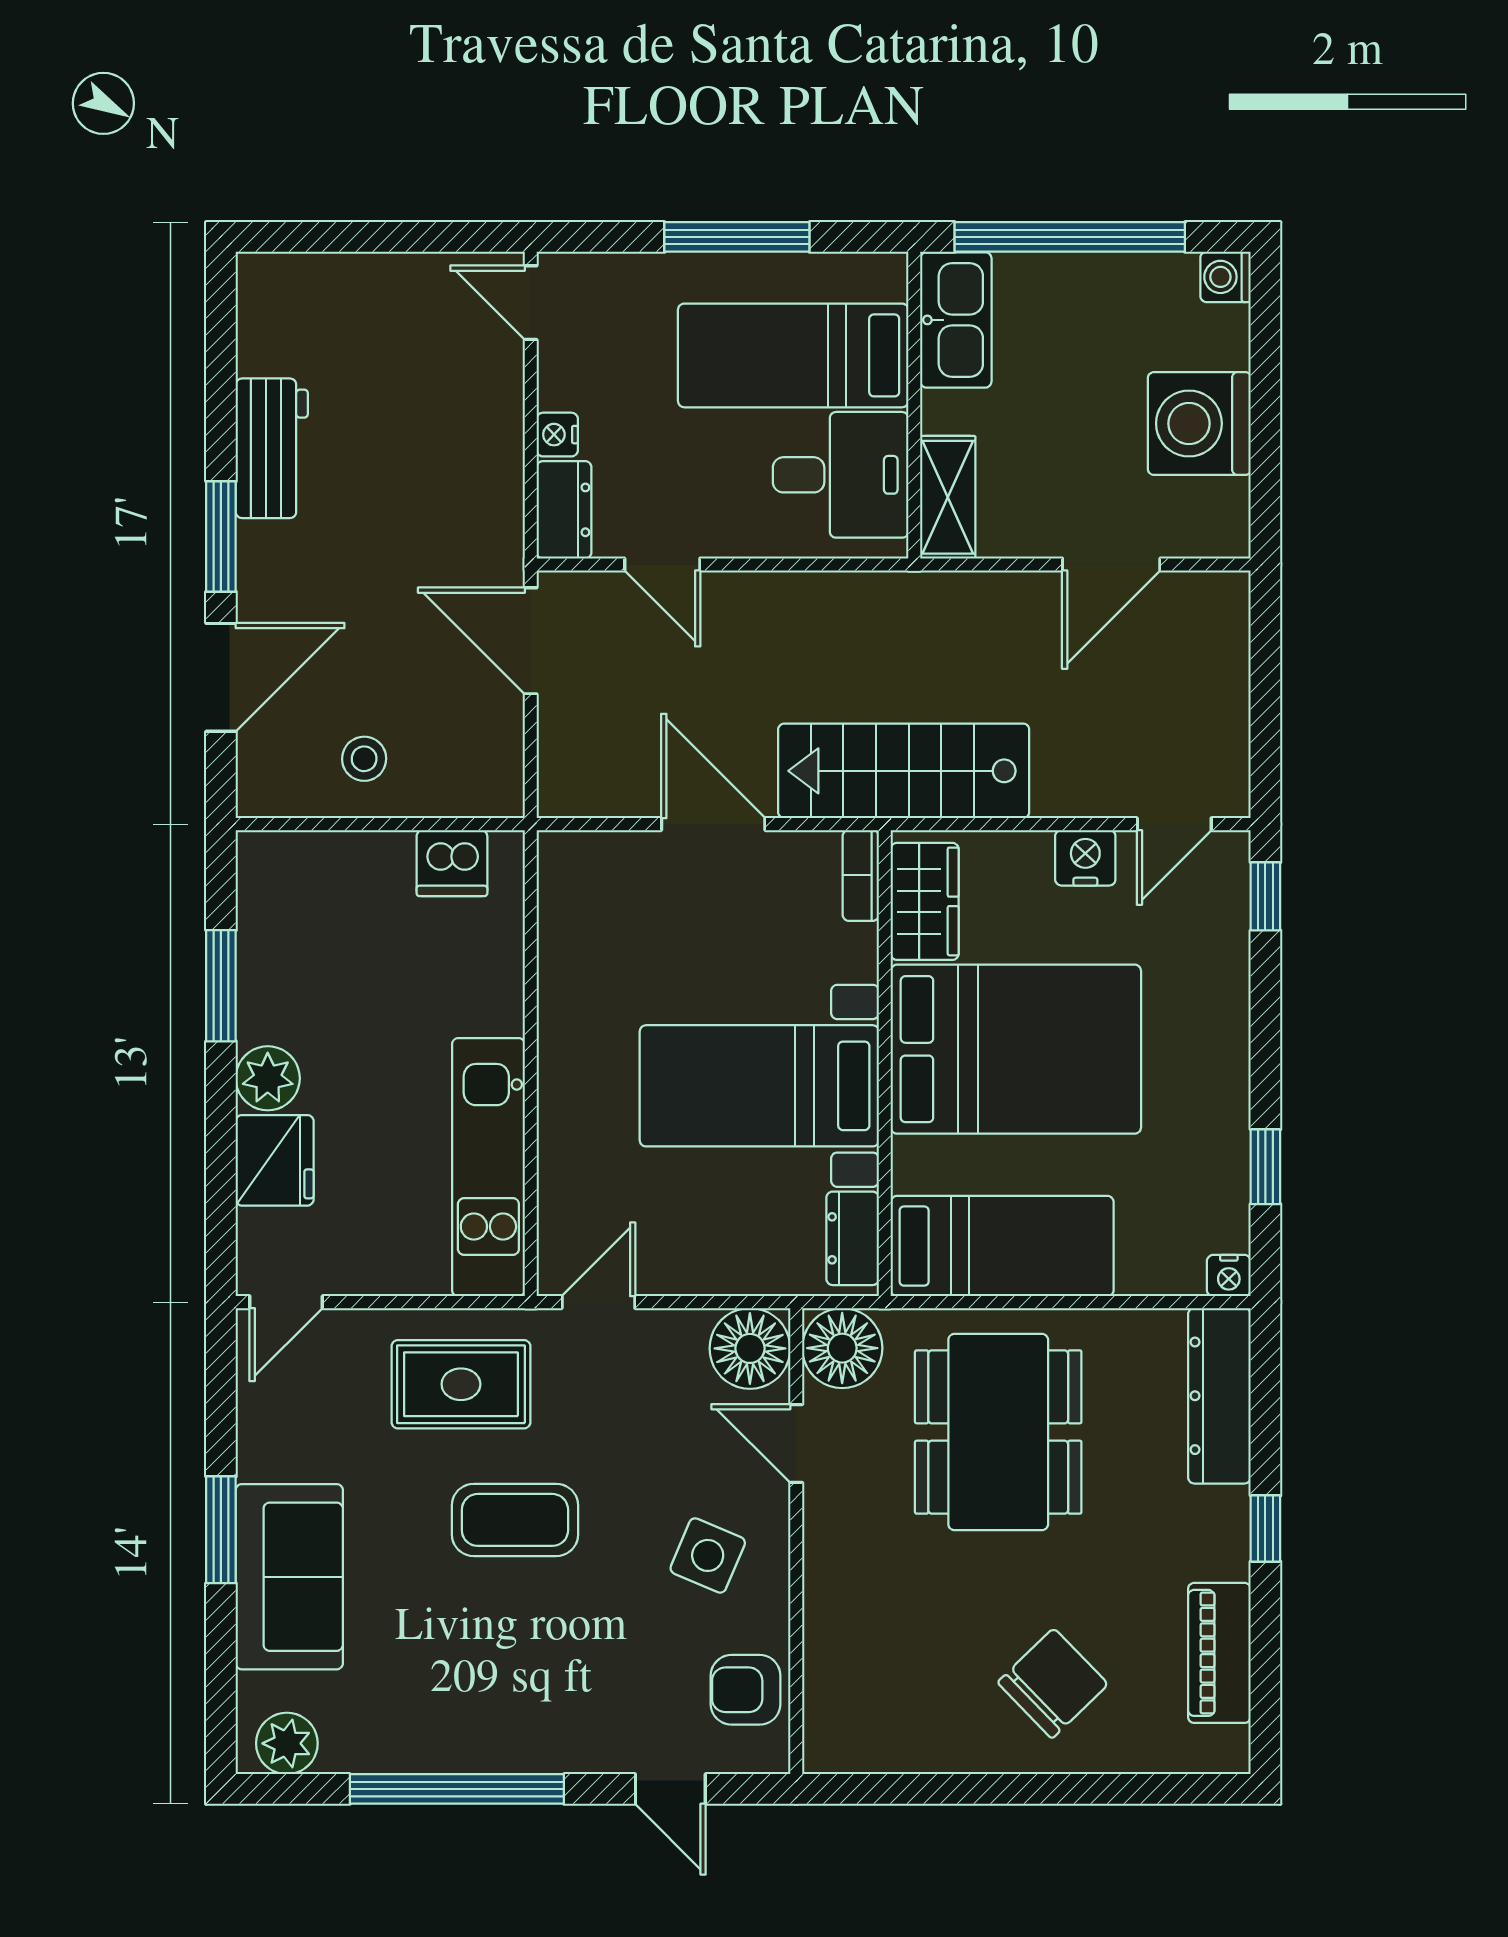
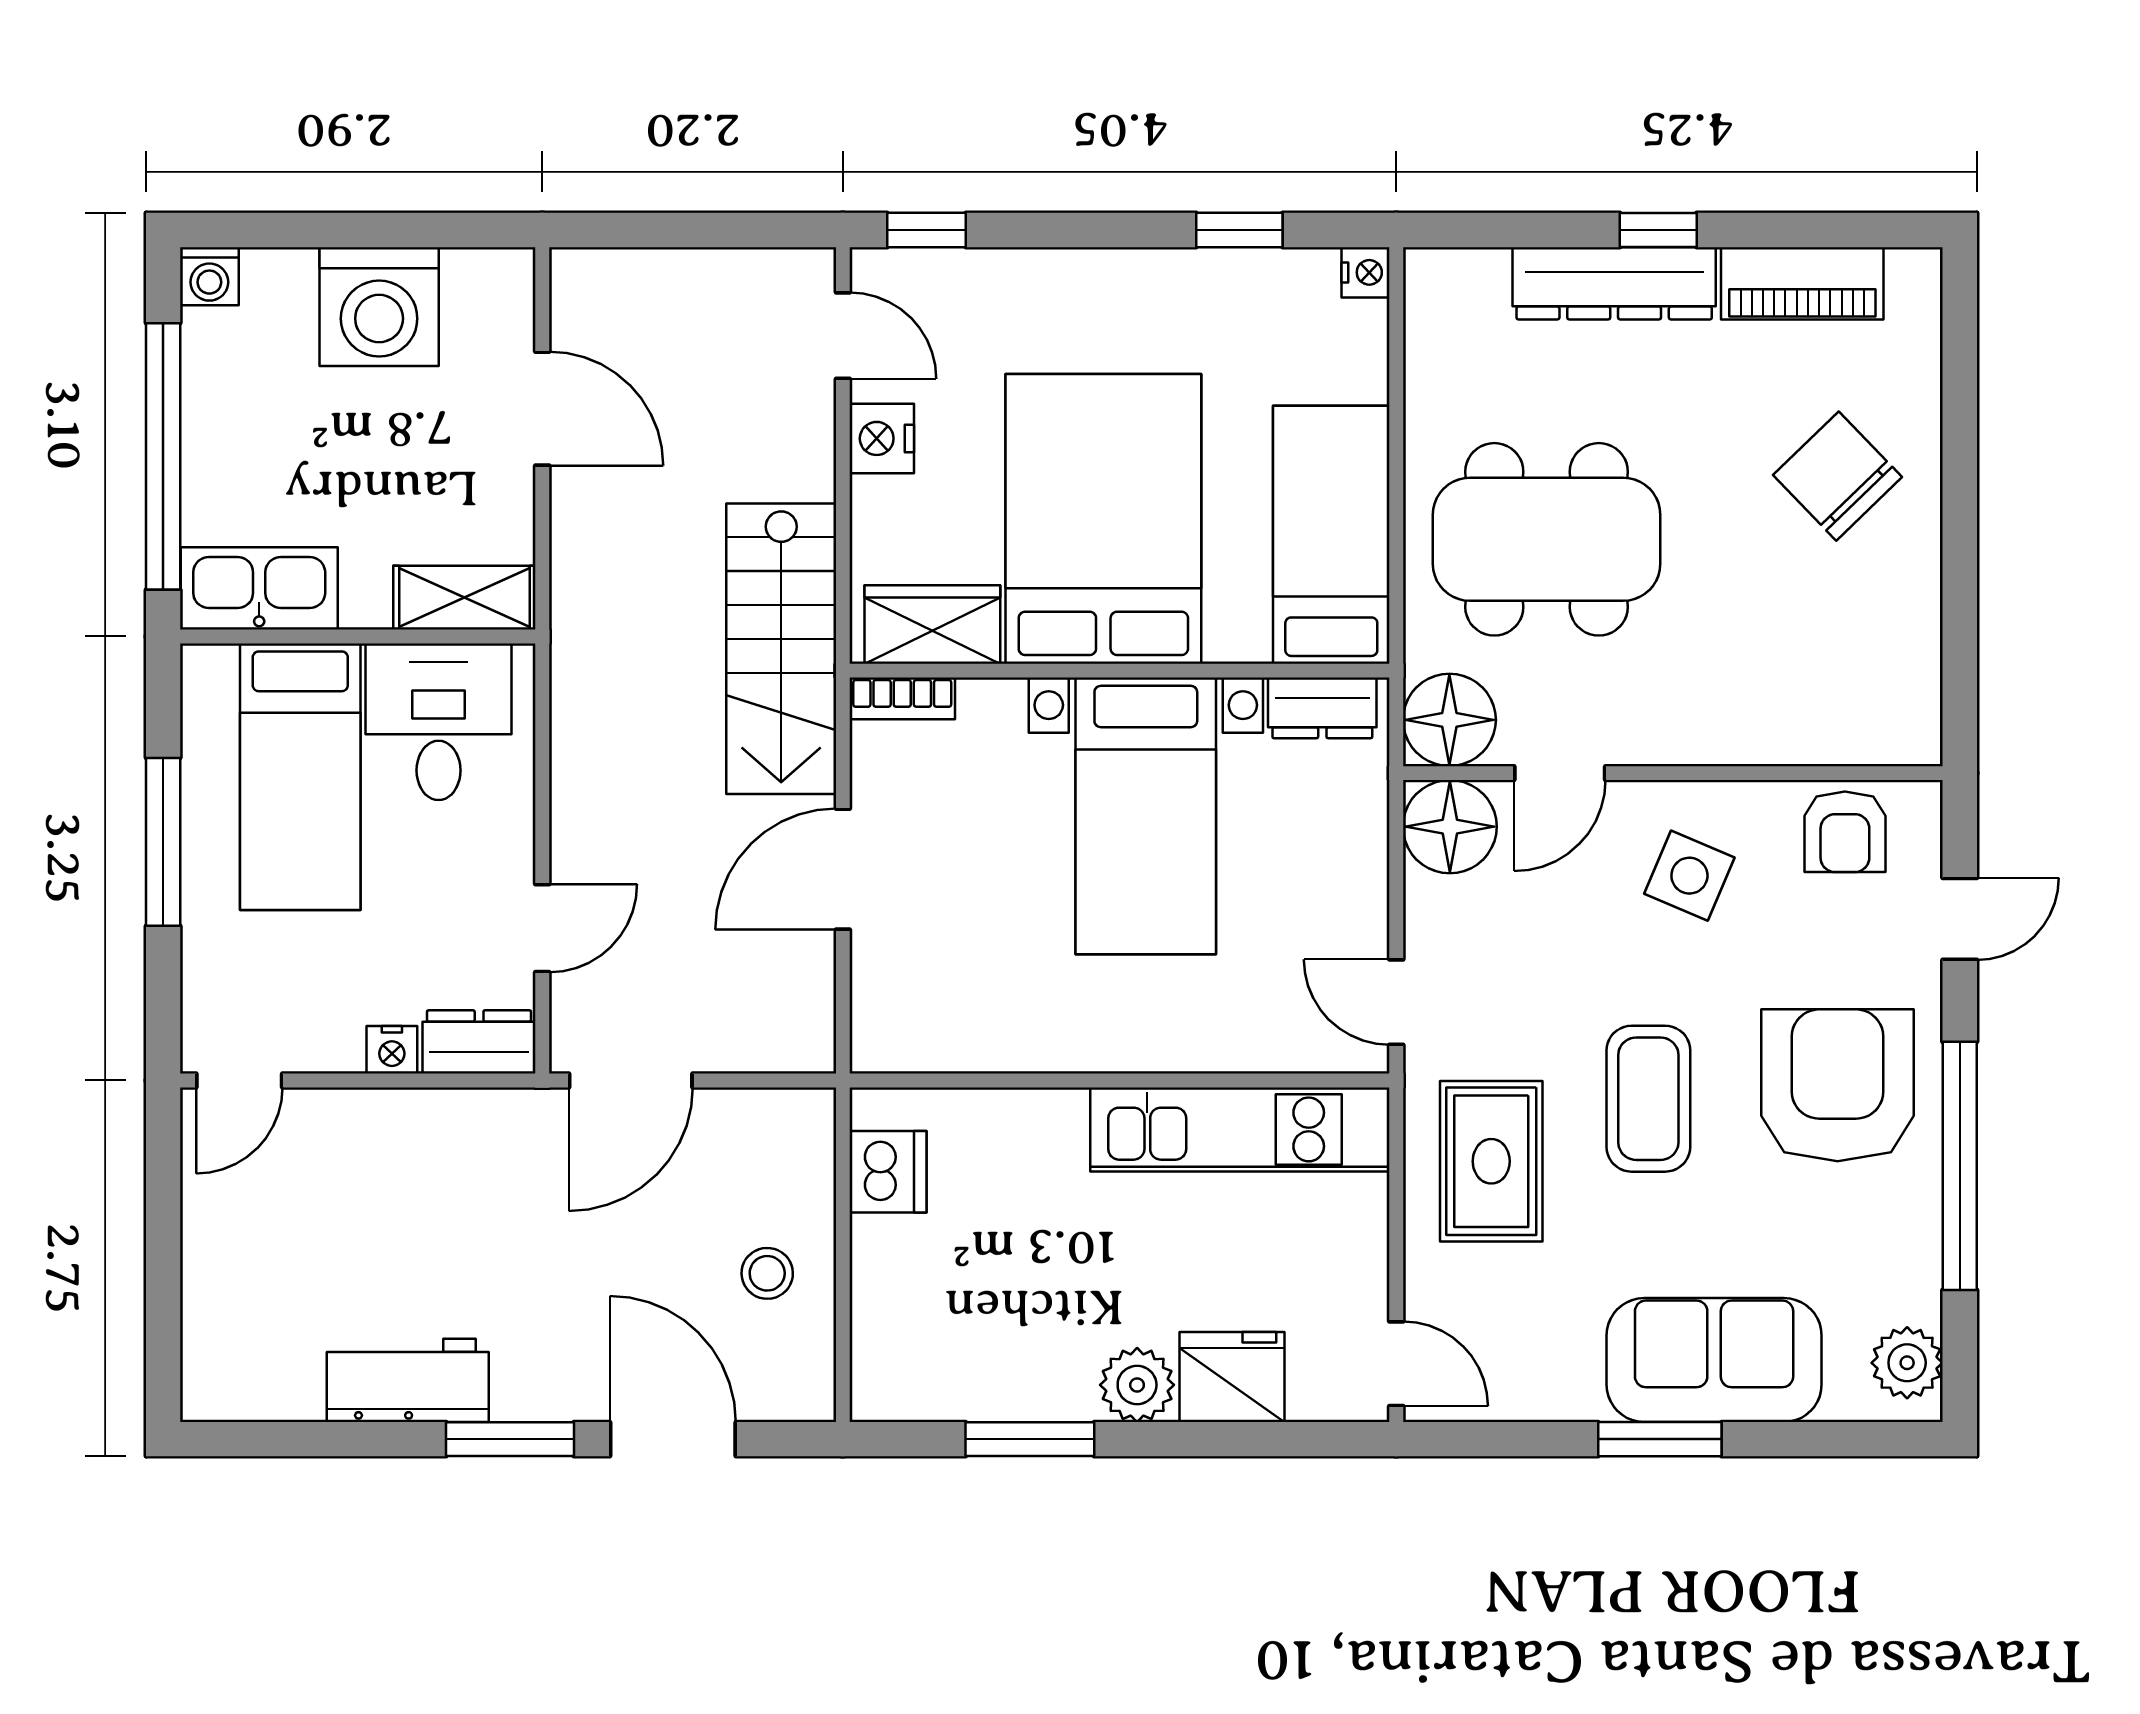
dresser: (1219, 1396) -> (1614, 283), moved
armchair: (527, 1683) -> (1838, 1085), added

